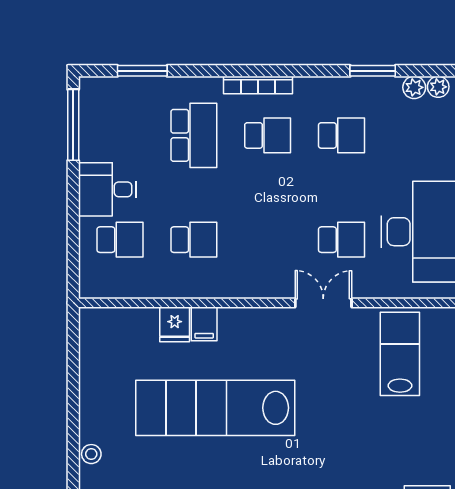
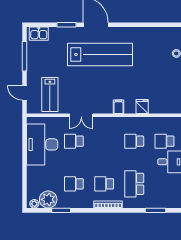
plant: (414, 87) -> (48, 199), width x1.88, depth x1.88
filing cabinet: (204, 324) -> (118, 107), moved
lab bench: (215, 408) -> (100, 54), moved

